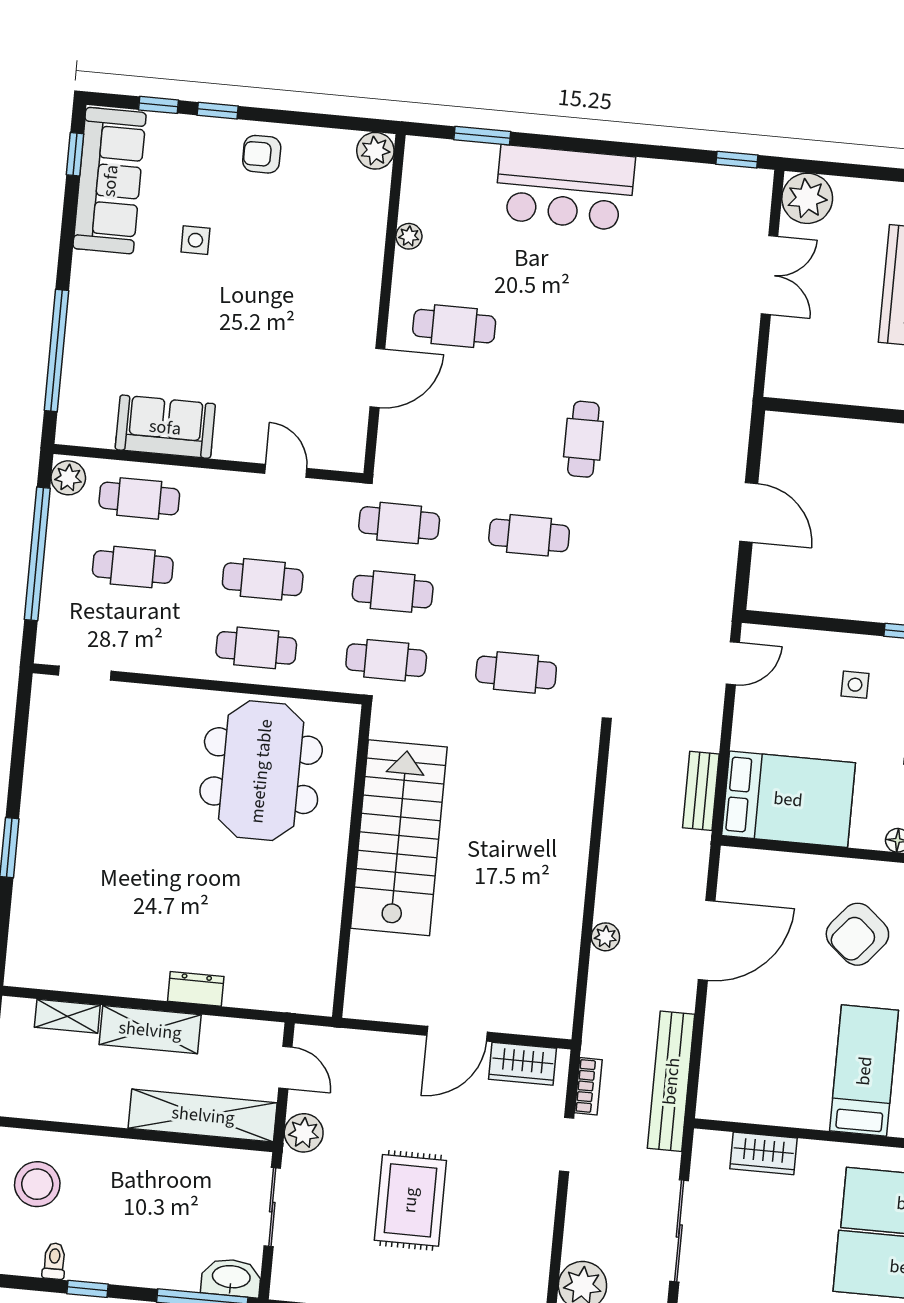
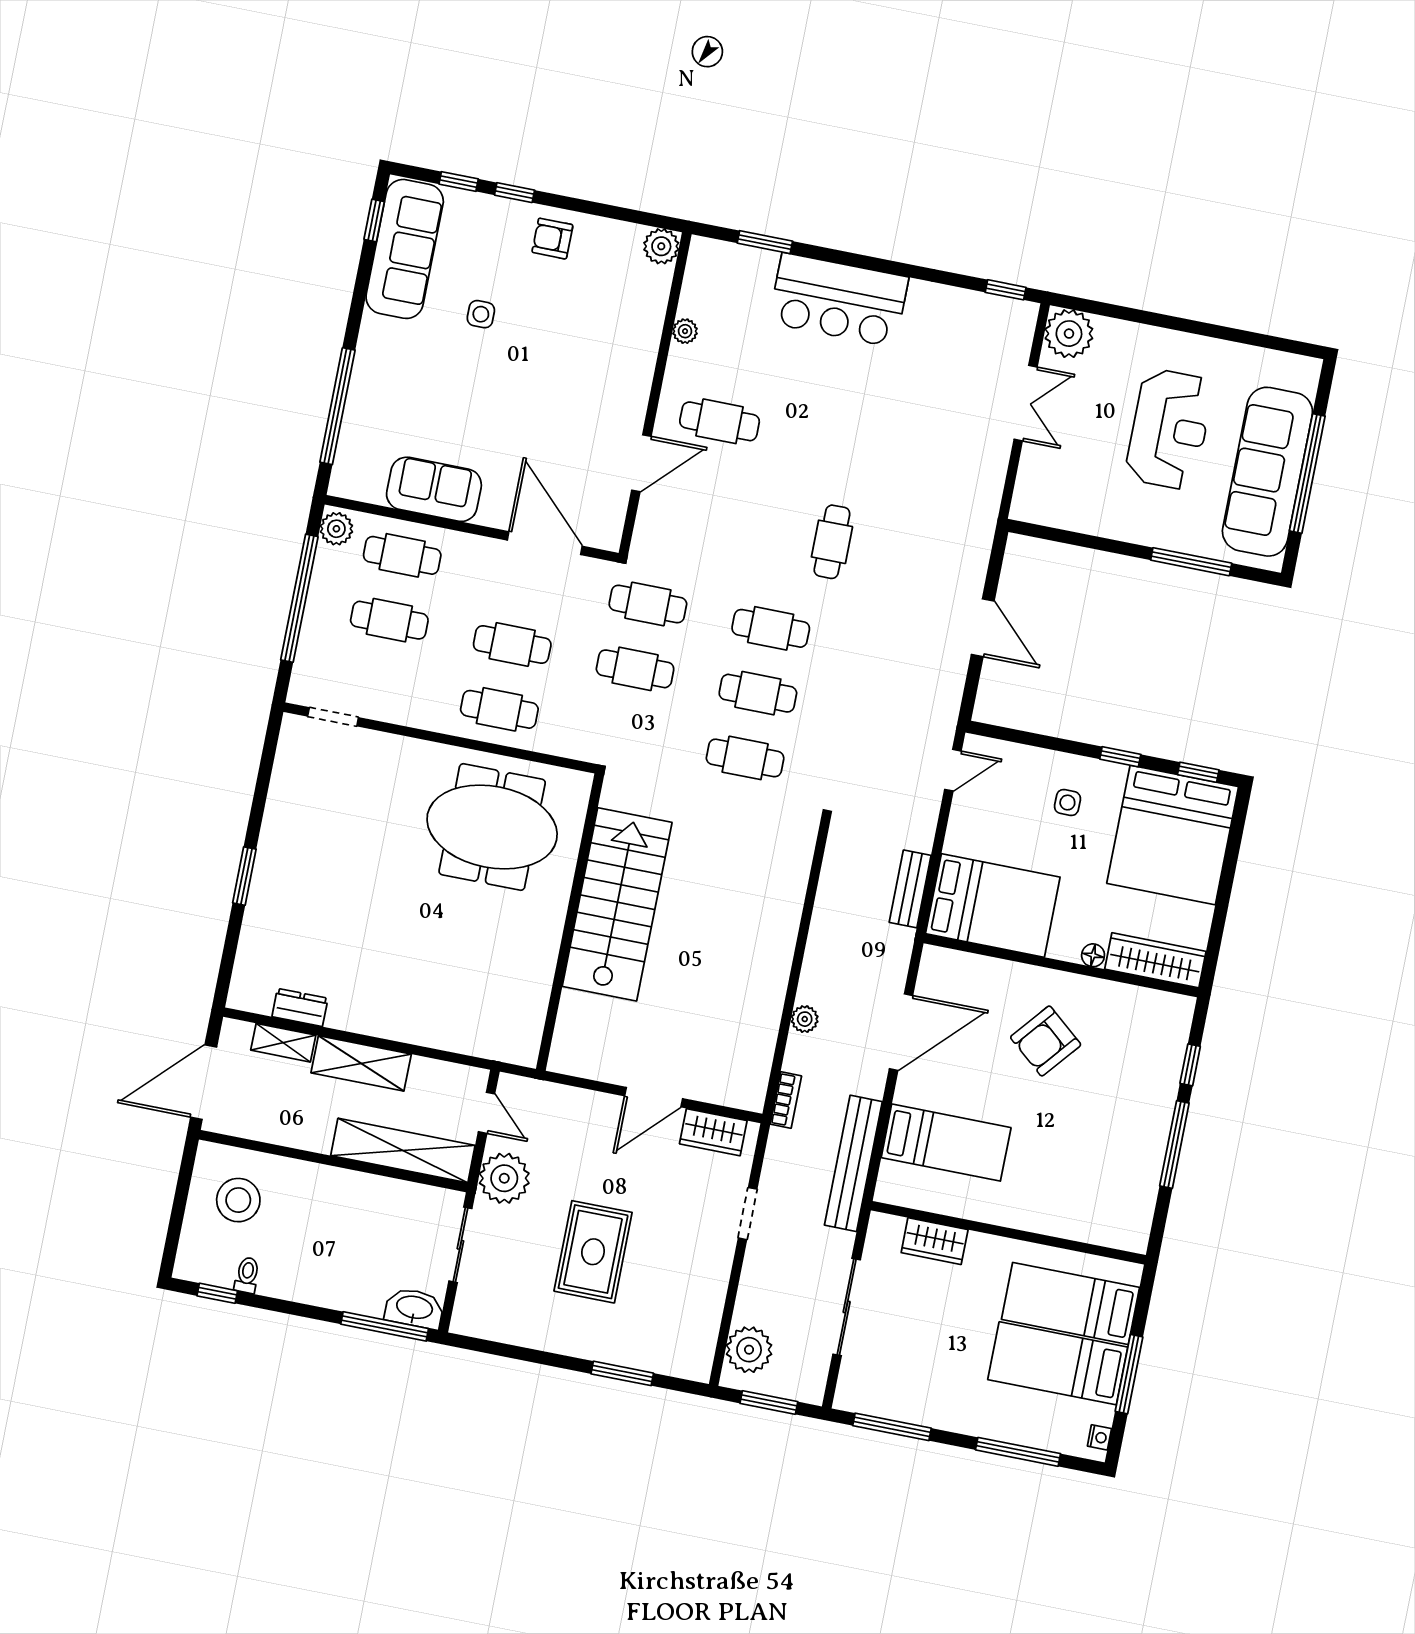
door: (286, 471) -> (545, 543), width x1.87
cafe table: (386, 660) -> (758, 693), moved
meeting table: (261, 771) -> (492, 827), turned 90
dresser: (196, 989) -> (300, 1007), moved
bed: (864, 1071) -> (946, 1143), moved, turned 90
bookcase: (588, 1086) -> (786, 1100), moved
plant: (304, 1133) -> (504, 1178), width x1.36, depth x1.36
window: (88, 1289) -> (217, 1293), moved

